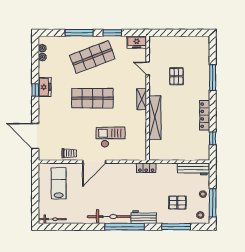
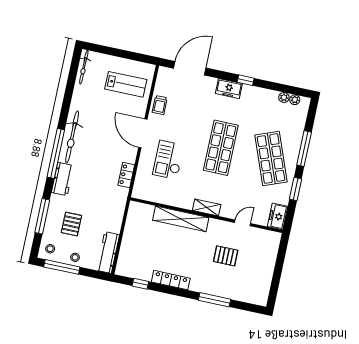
freezer: (45, 87) -> (229, 89), moved
checkout: (111, 137) -> (168, 160), turned 180
locker: (146, 168) -> (126, 175), moved

